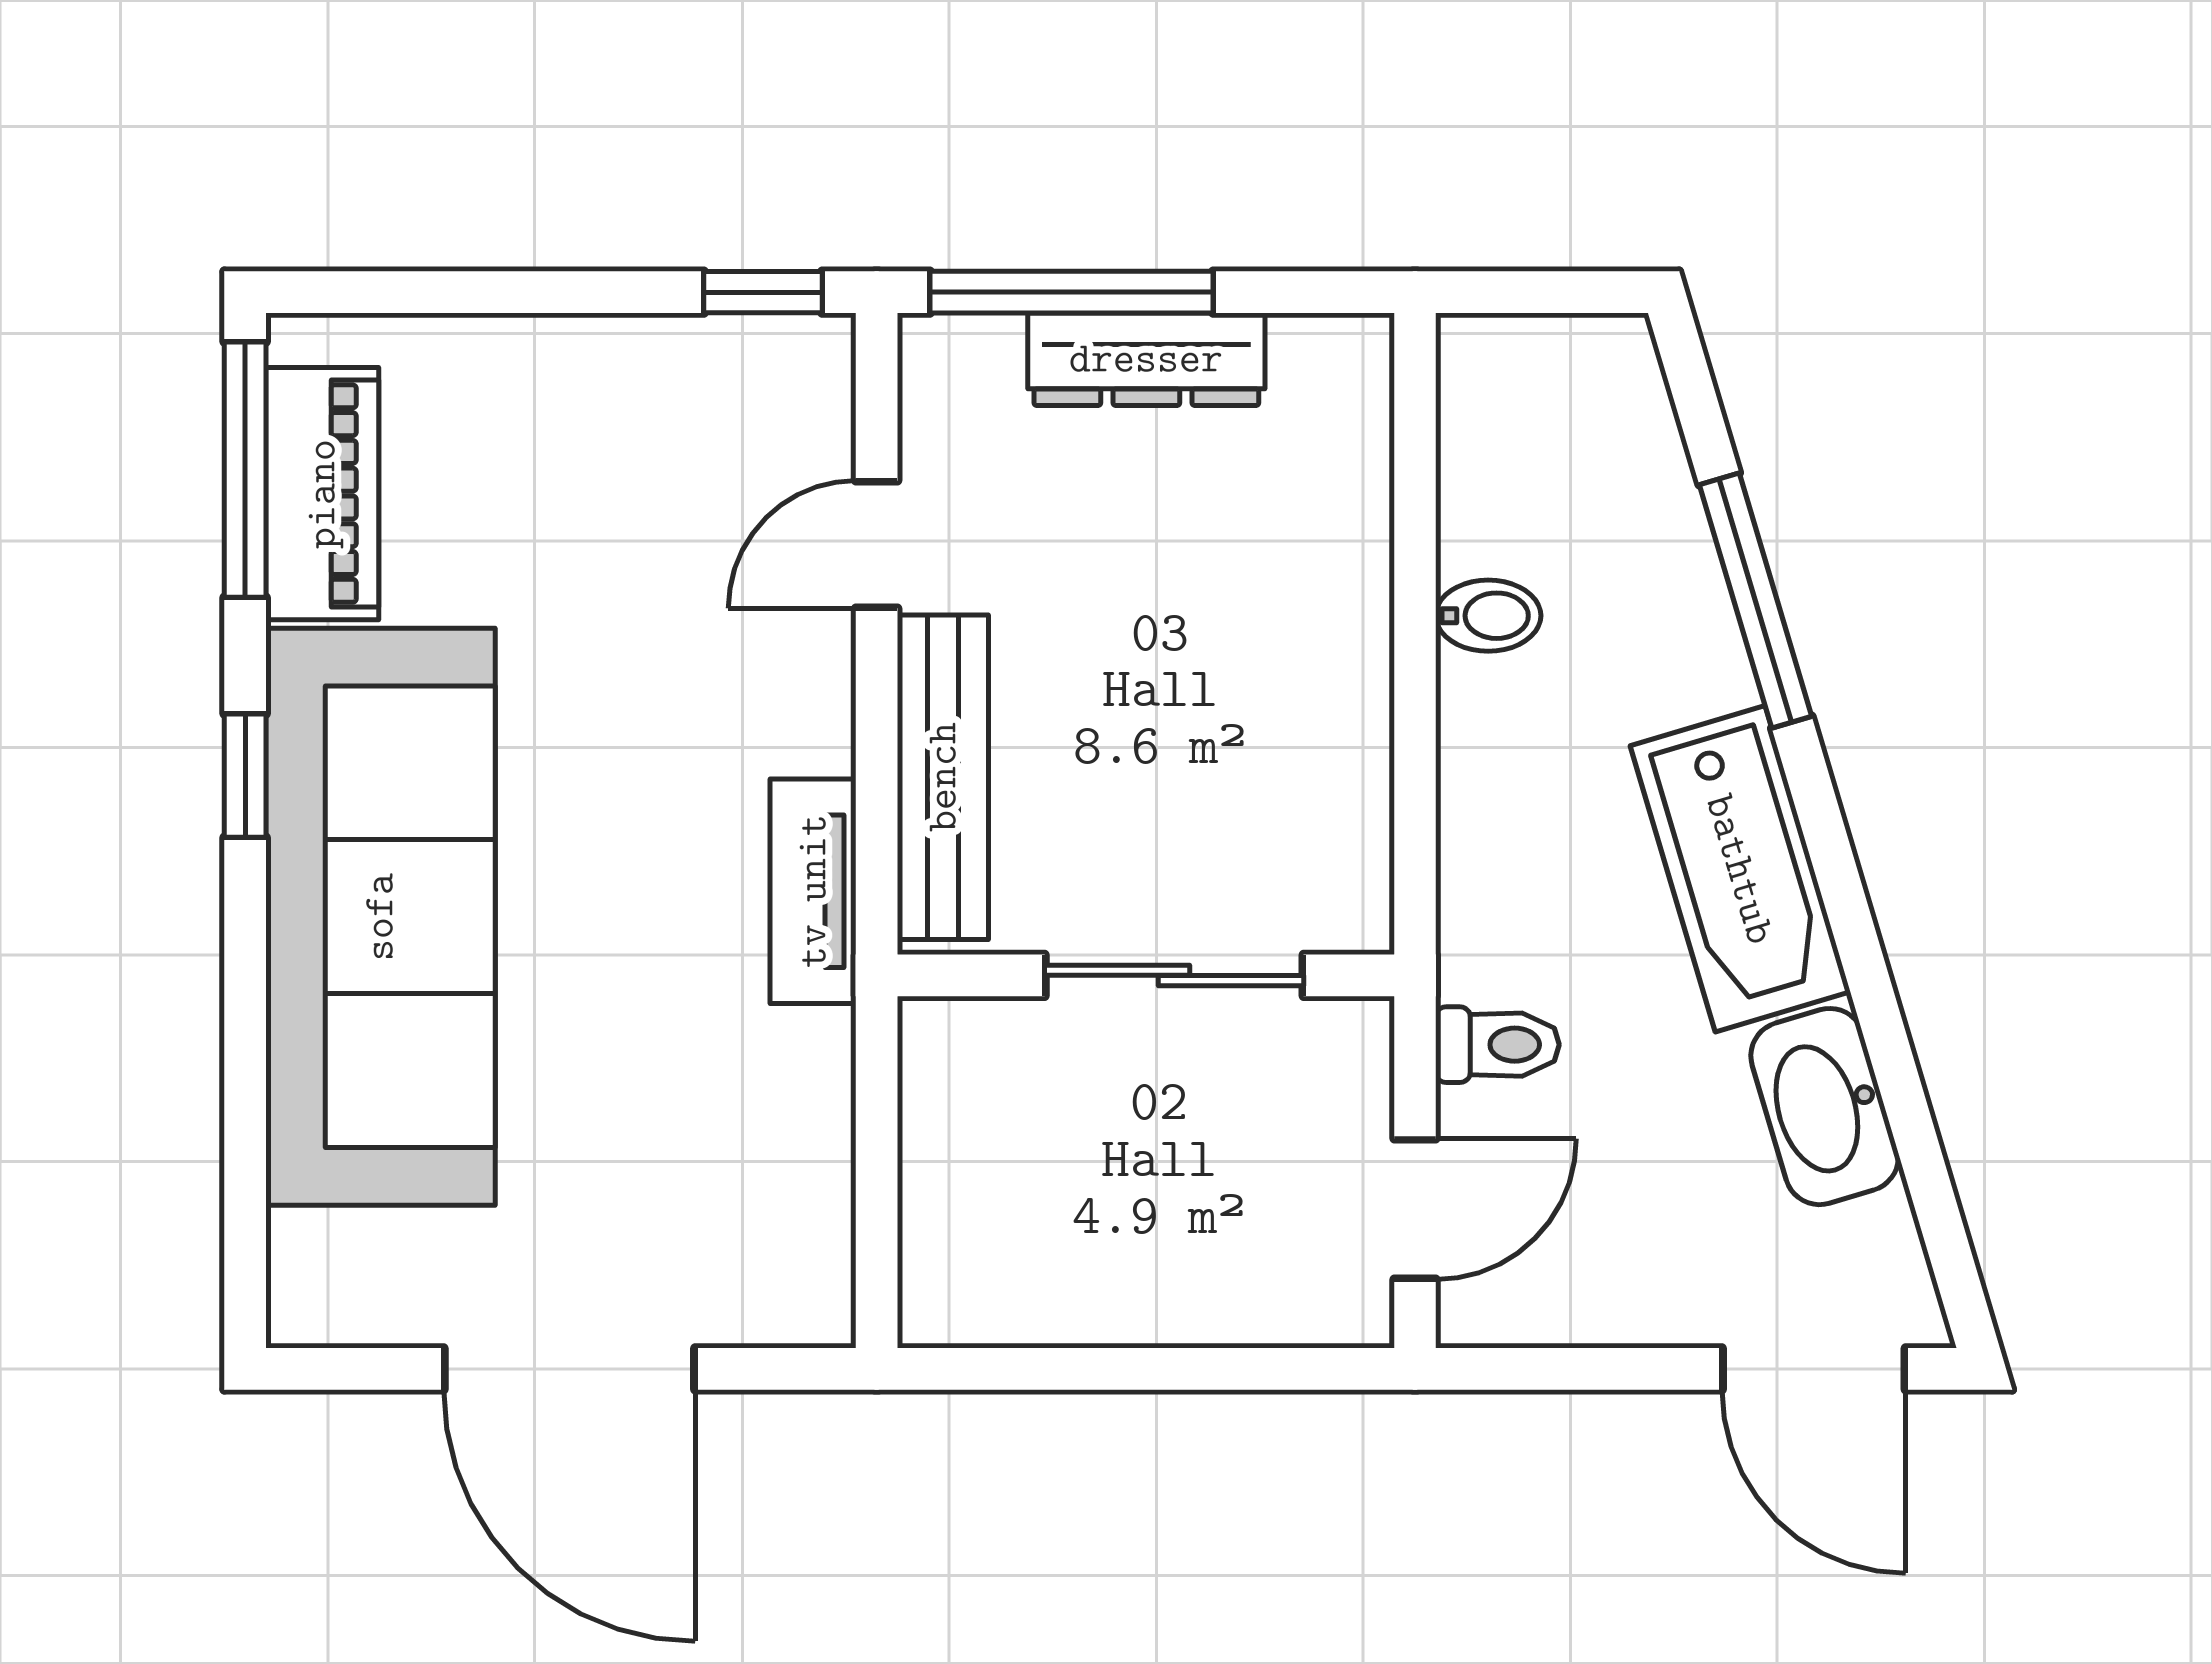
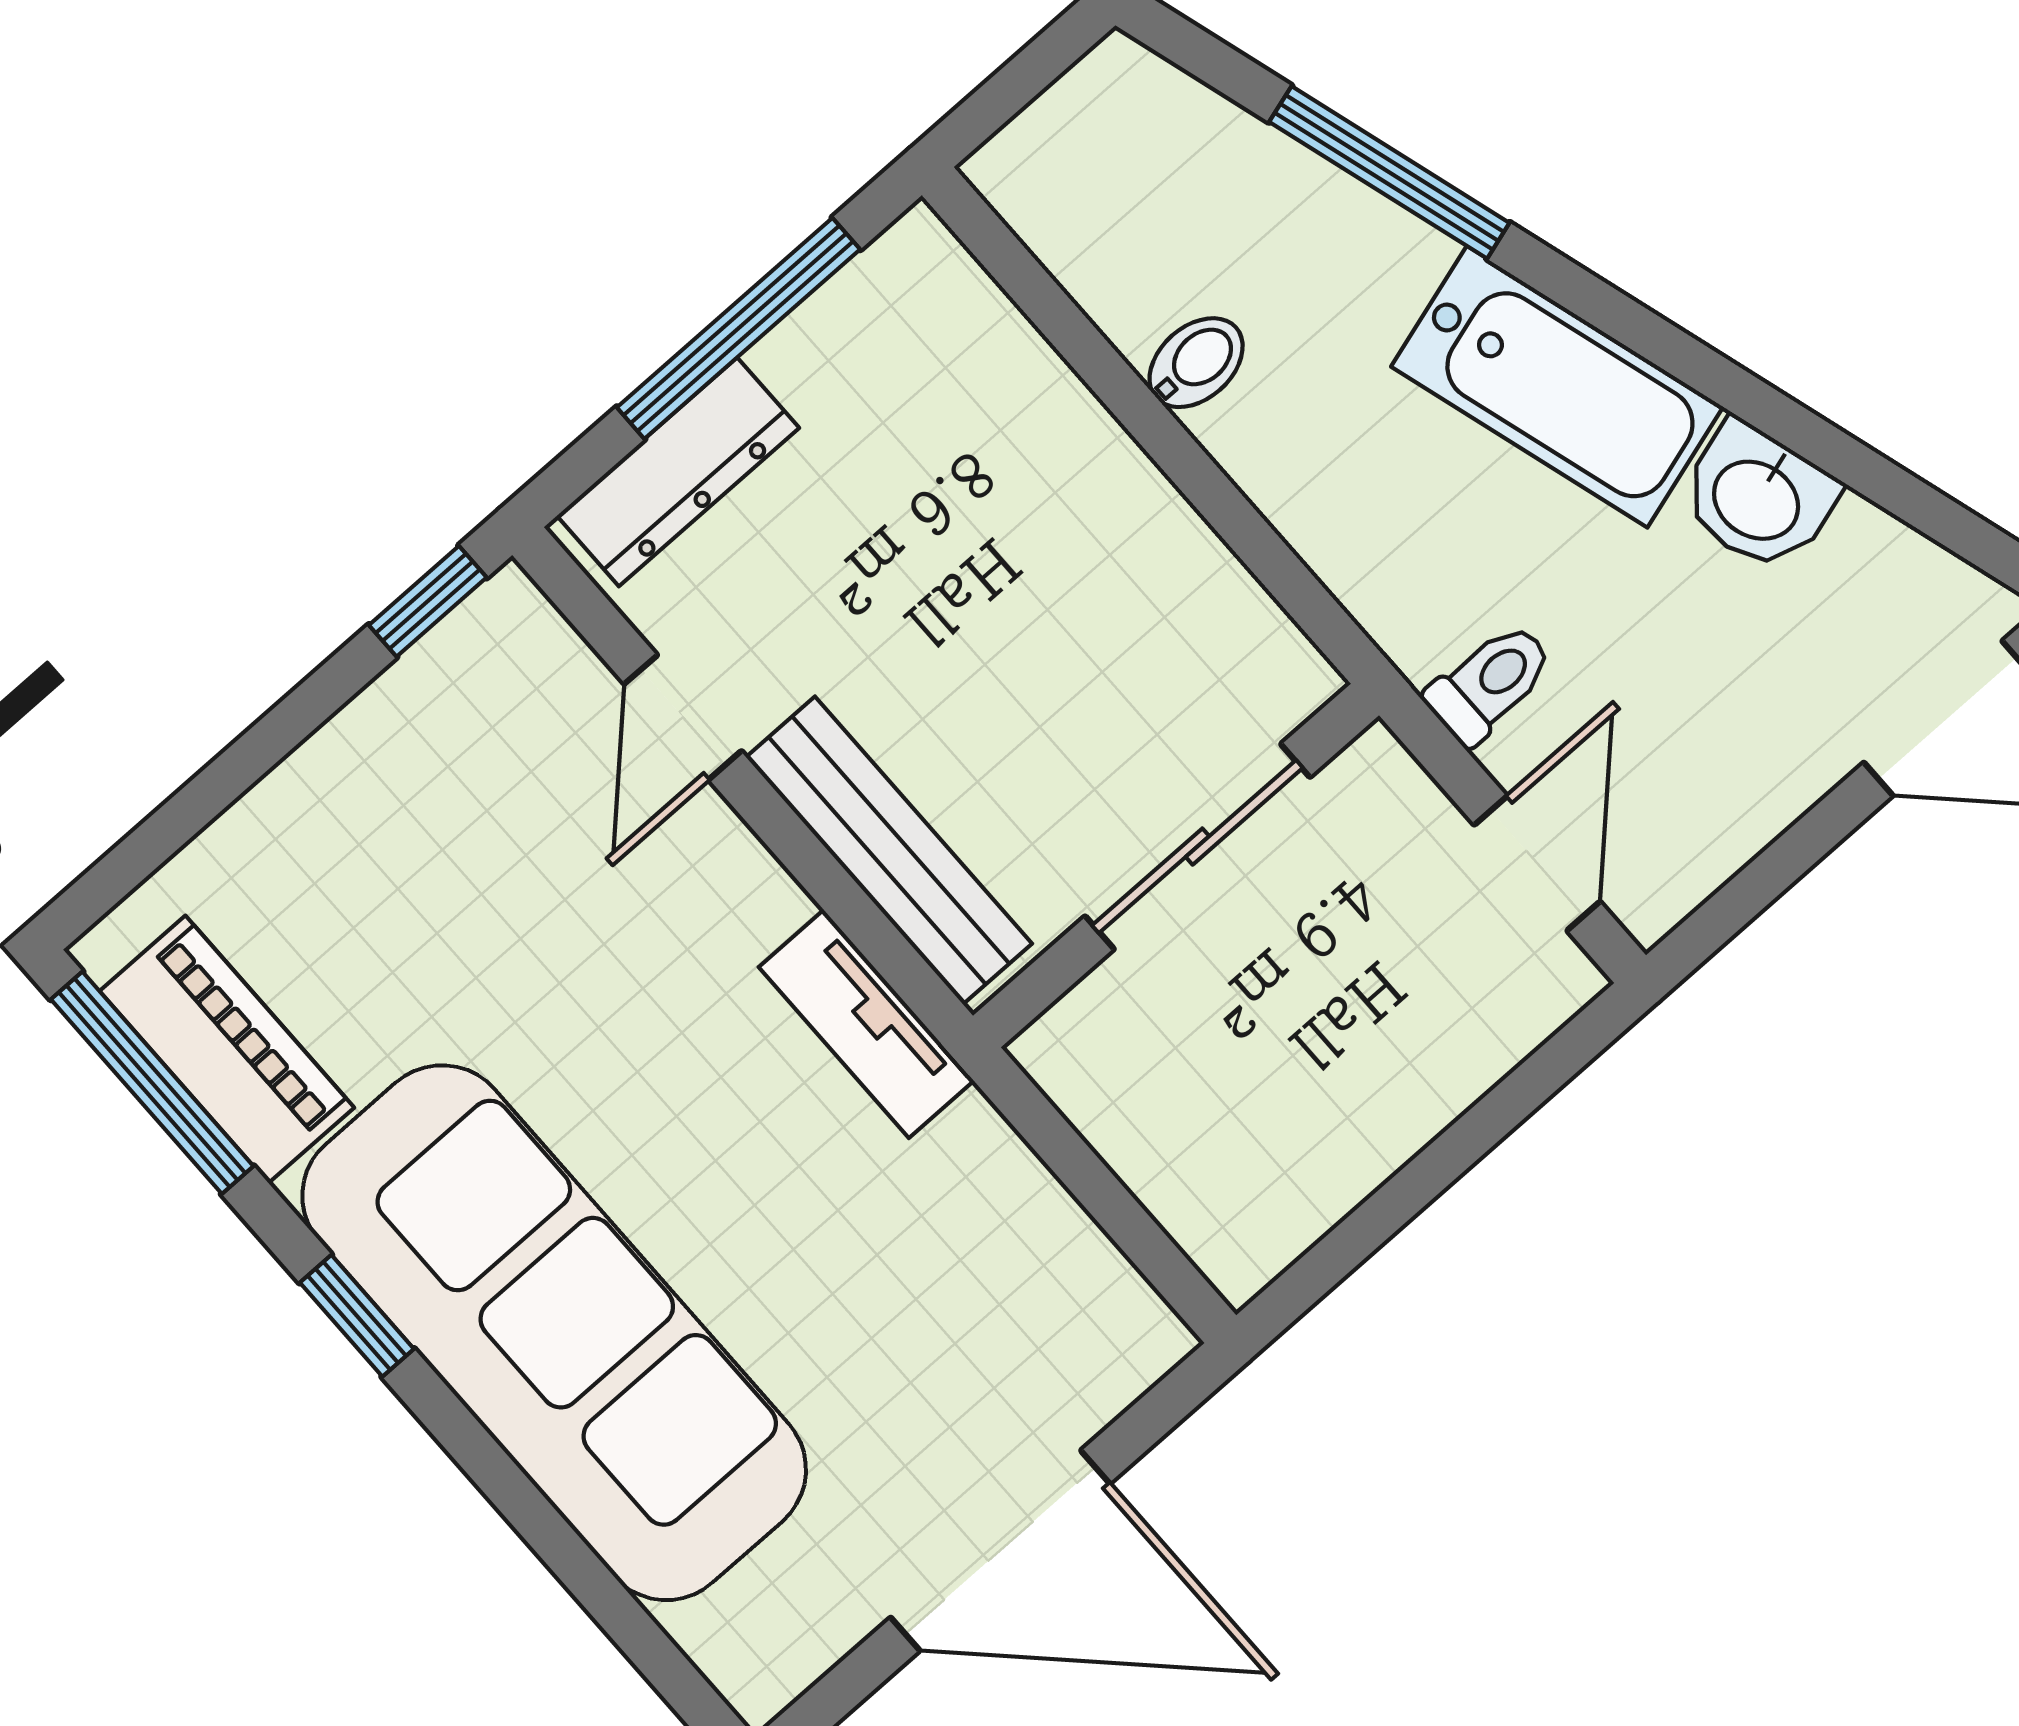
window: (1072, 292) -> (738, 328), moved
dresser: (1146, 359) -> (678, 472), moved
washbasin: (1825, 1107) -> (1758, 497), width x0.72

